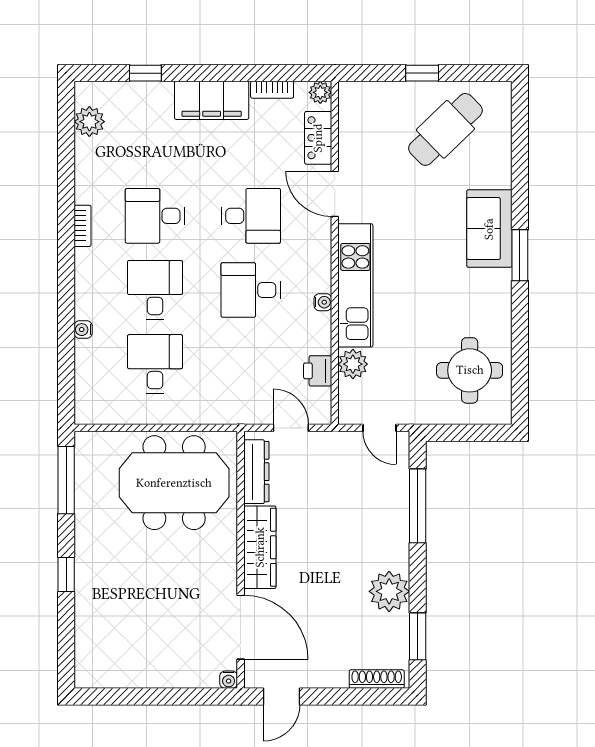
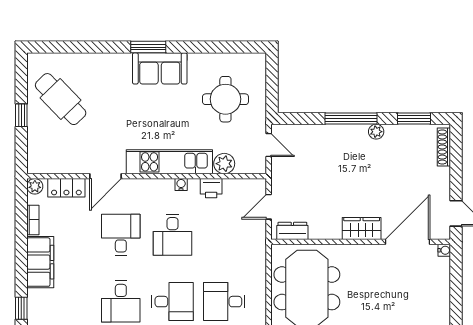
sofa: (489, 229) -> (160, 68), moved
desk: (155, 290) -> (173, 302), turned 180
round table: (470, 370) -> (225, 99), moved
printer: (318, 371) -> (211, 188), moved
door: (379, 428) -> (269, 145), hinge flipped
dresser: (256, 472) -> (292, 231), width x0.70
window: (418, 506) -> (351, 118), moved
wardrobe: (260, 547) -> (362, 228), width x0.67
plant: (389, 591) -> (376, 132), width x0.53, depth x0.53

